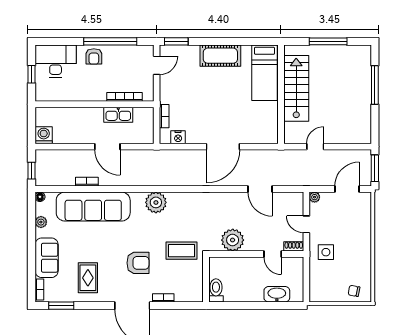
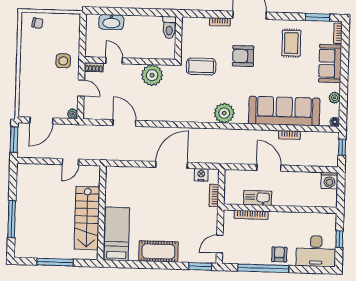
door: (223, 147) -> (172, 165), moved

